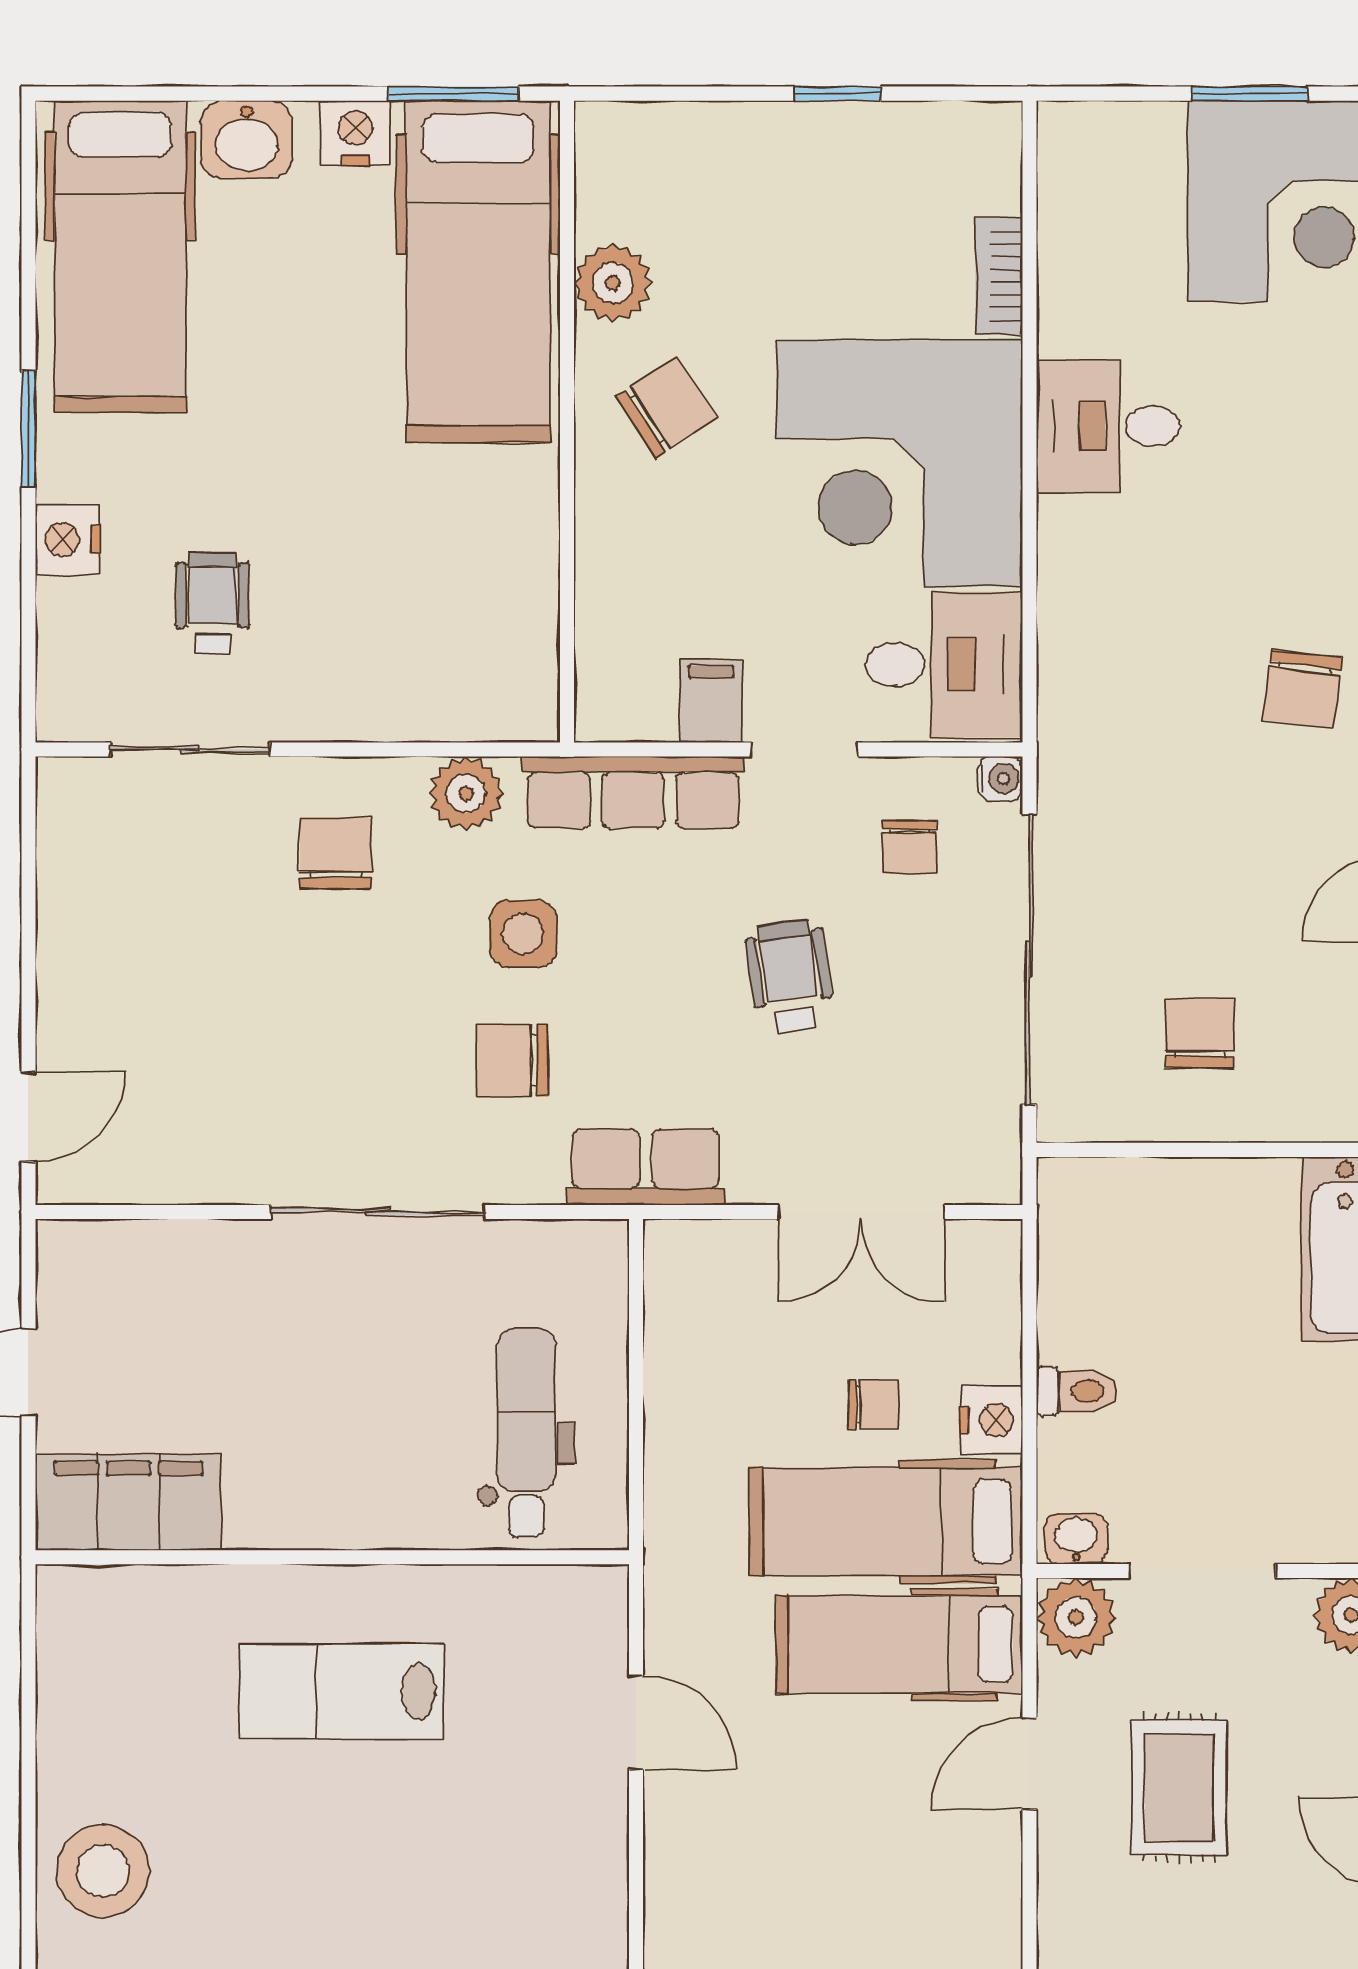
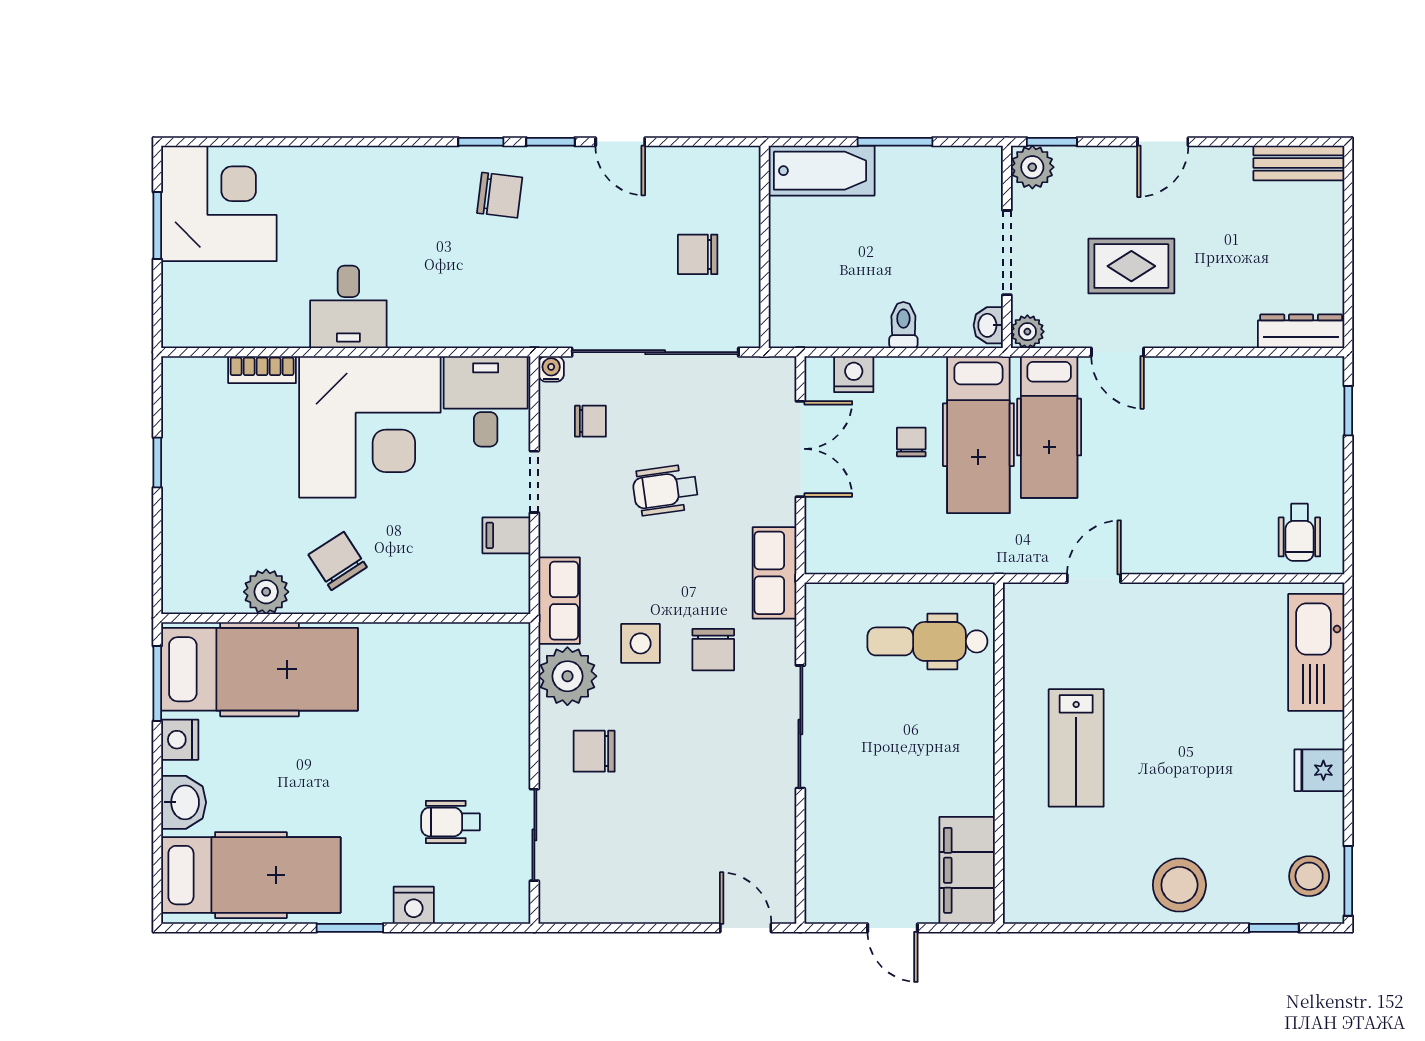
row of seats: (633, 792) -> (559, 601), width x0.68
plant: (466, 794) -> (567, 676), width x1.36, depth x1.36
nightstand: (991, 1420) -> (854, 374), moved
plant: (1076, 1617) -> (1027, 332), width x0.73, depth x0.73

